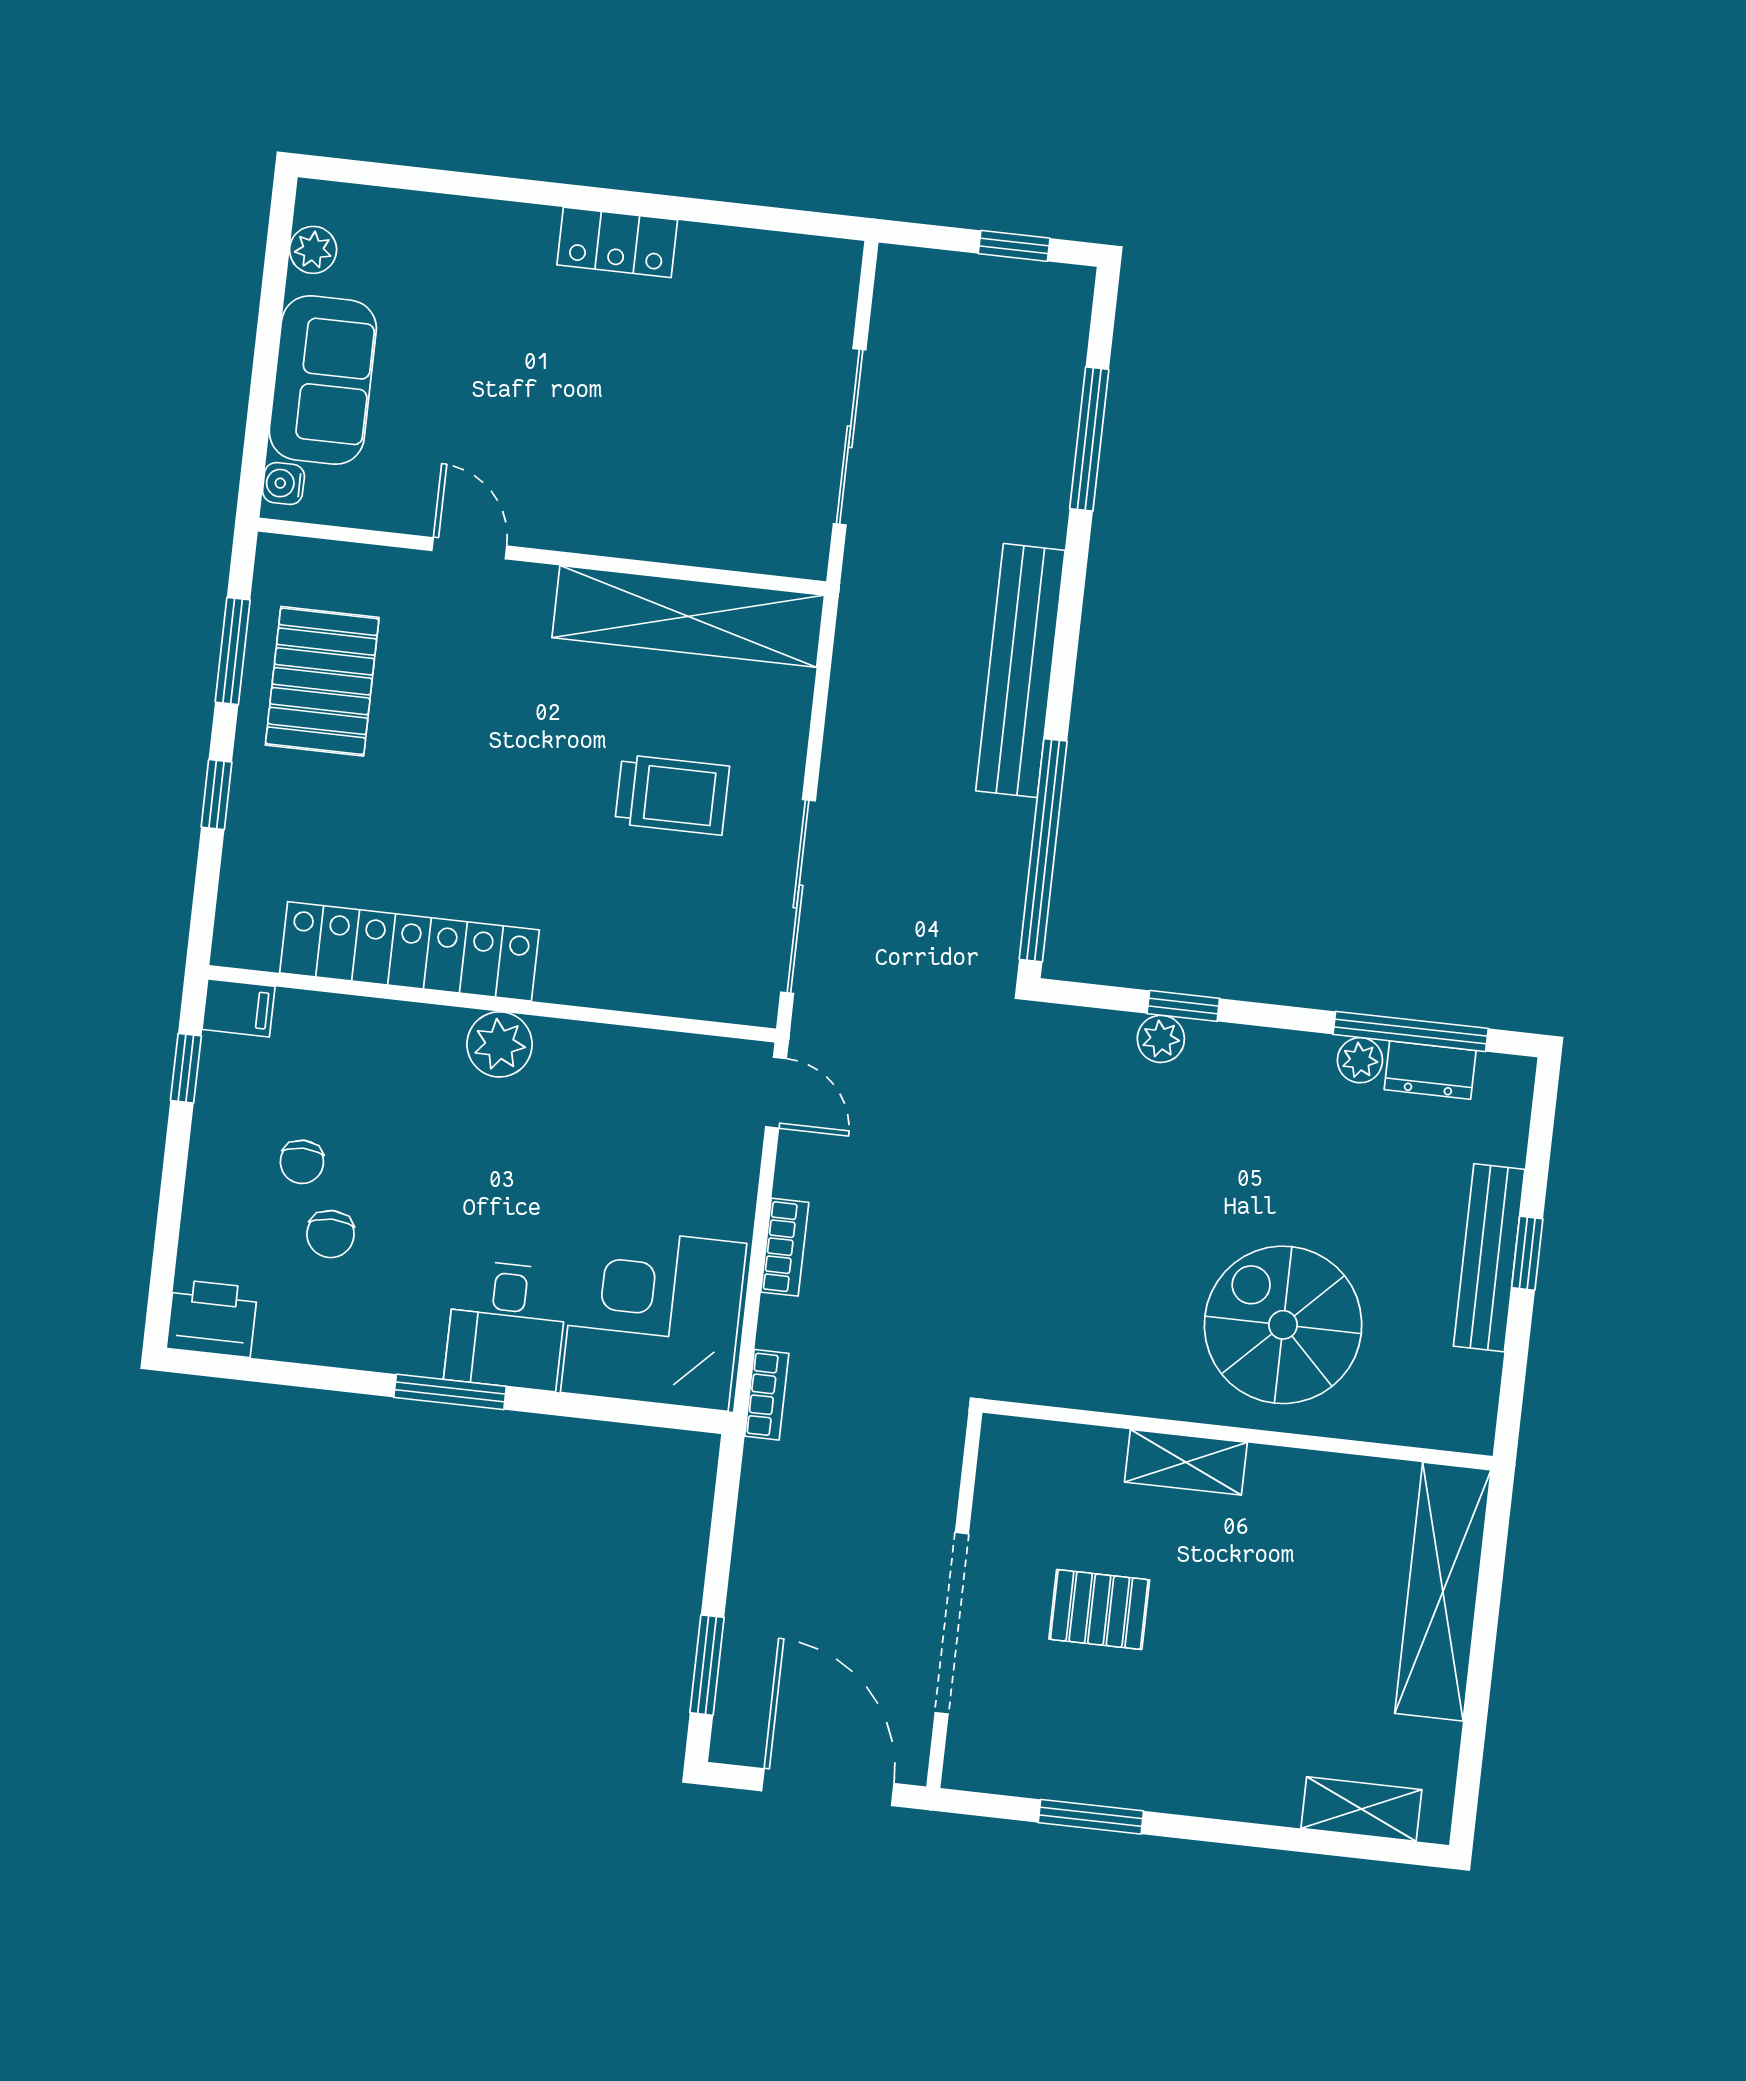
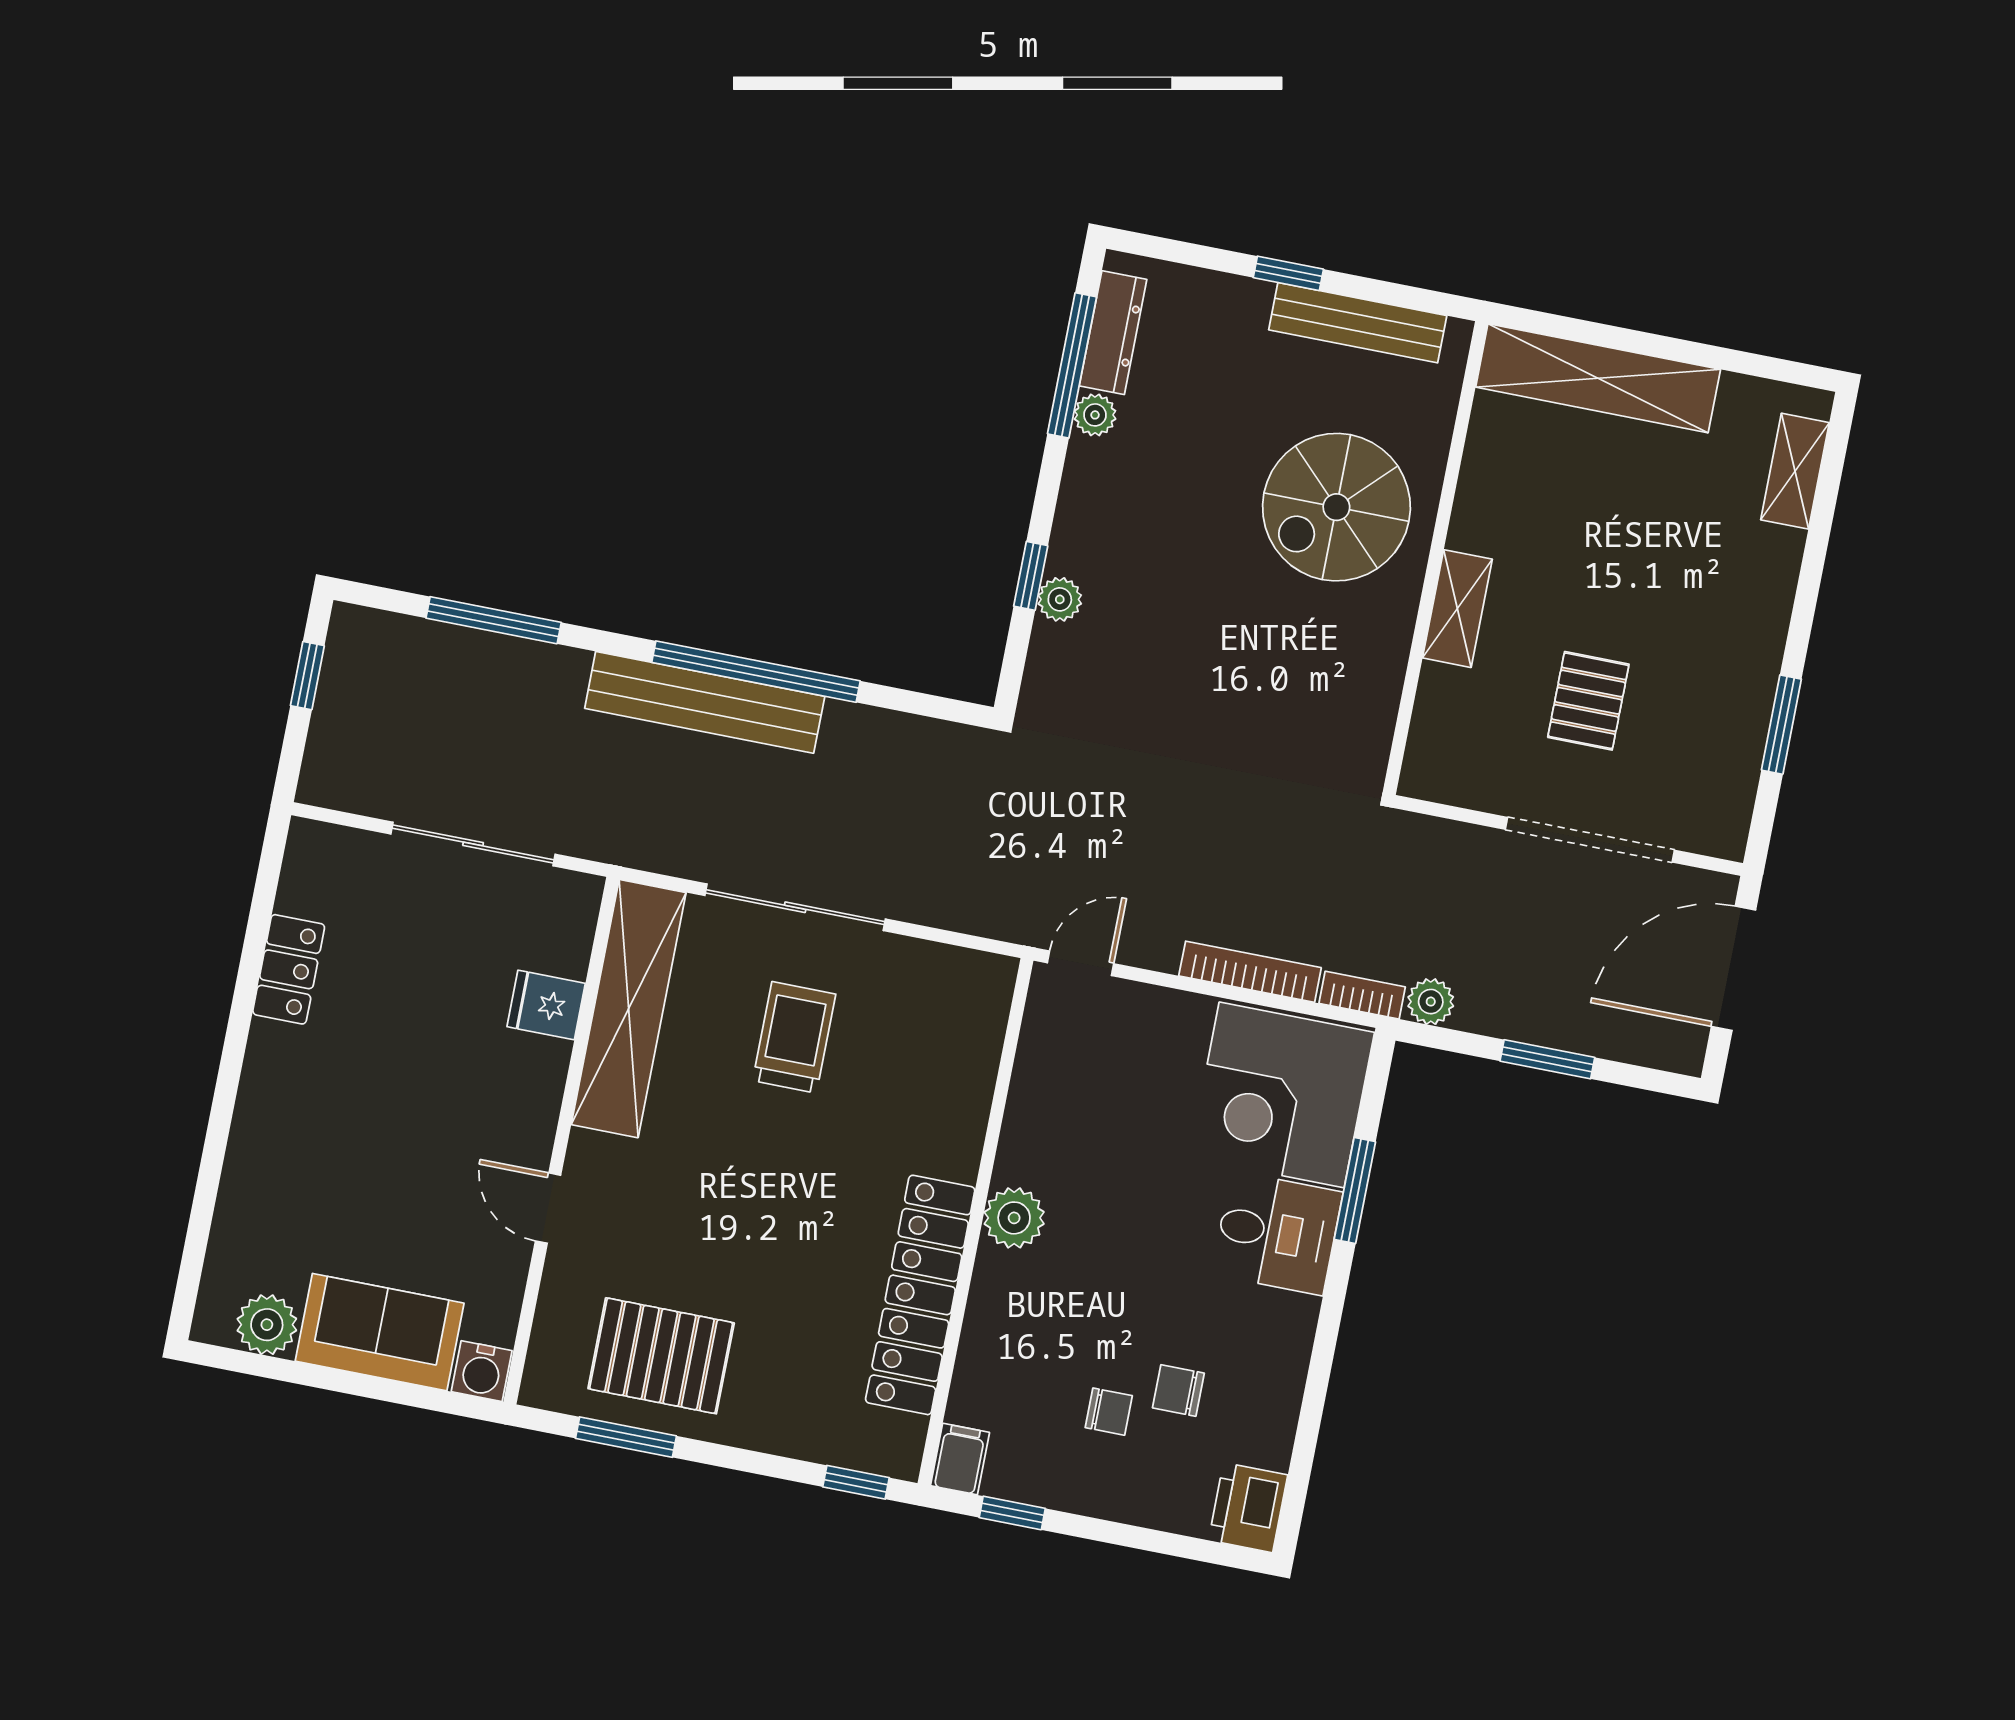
locker: (617, 242) -> (289, 969), moved
plant: (313, 250) -> (267, 1325), width x1.38, depth x1.38
water cooler: (283, 483) -> (482, 1371), width x1.38, depth x1.38
fridge: (685, 528) -> (546, 1005), added
door: (469, 548) -> (548, 1208), hinge flipped
window: (217, 795) -> (856, 1482), moved
window: (1043, 850) -> (756, 672), moved
sliding door: (798, 896) -> (795, 907), moved
dresser: (1430, 1070) -> (1113, 333), width x1.44
chair: (330, 1234) -> (1178, 1390), turned 180
bookcase: (785, 1247) -> (1250, 972), width x1.56
bench: (1489, 1258) -> (1358, 323), moved
window: (450, 1392) -> (1355, 1190), moved
plant: (766, 1468) -> (1431, 1002), added
window: (707, 1665) -> (1547, 1059), moved

